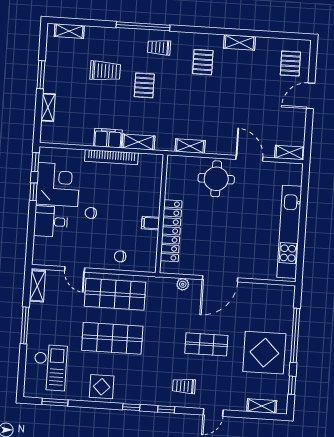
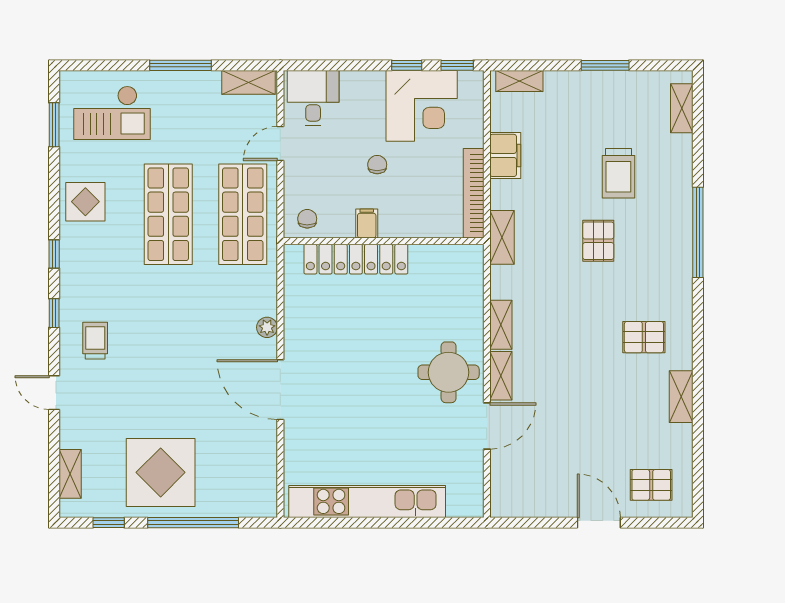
trolley: (159, 47) -> (664, 262), removed
pallet: (144, 85) -> (598, 241), turned 90
shelving: (48, 107) -> (519, 81), moved
filing cabinet: (108, 138) -> (505, 155), moved
shelving: (290, 153) -> (501, 376), moved
wall: (162, 214) -> (384, 241), moved
desk: (51, 222) -> (313, 98), moved
filing cabinet: (150, 223) -> (367, 224), moved
locker: (171, 231) -> (356, 259), moved
shop shelf: (206, 344) -> (168, 374), removed

